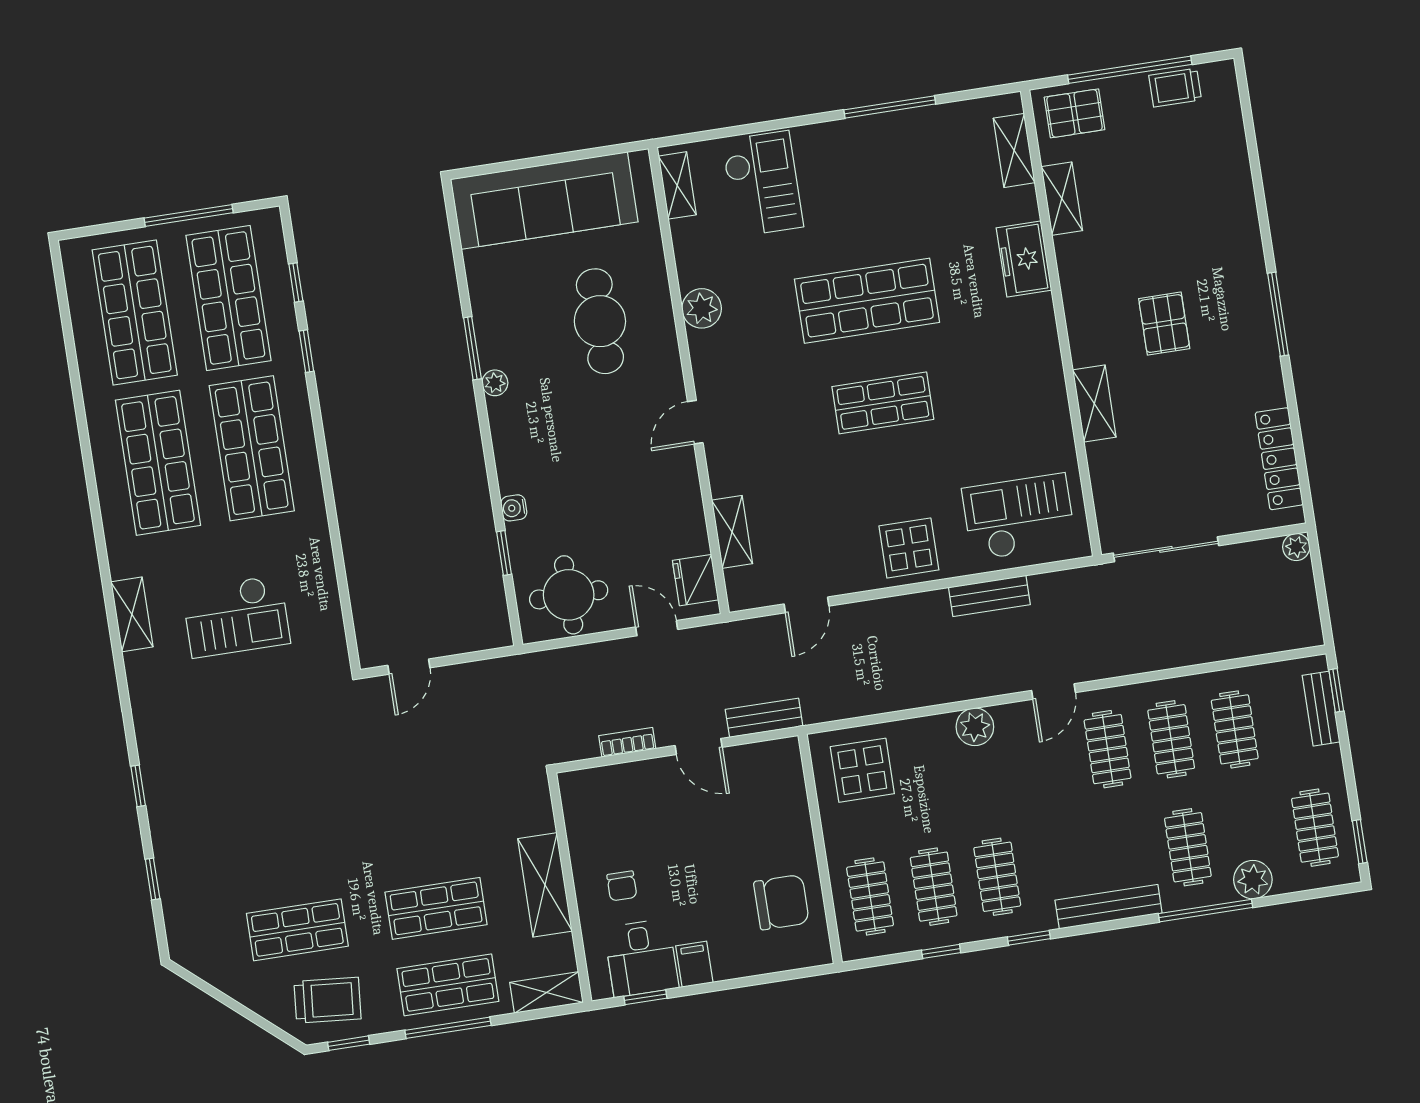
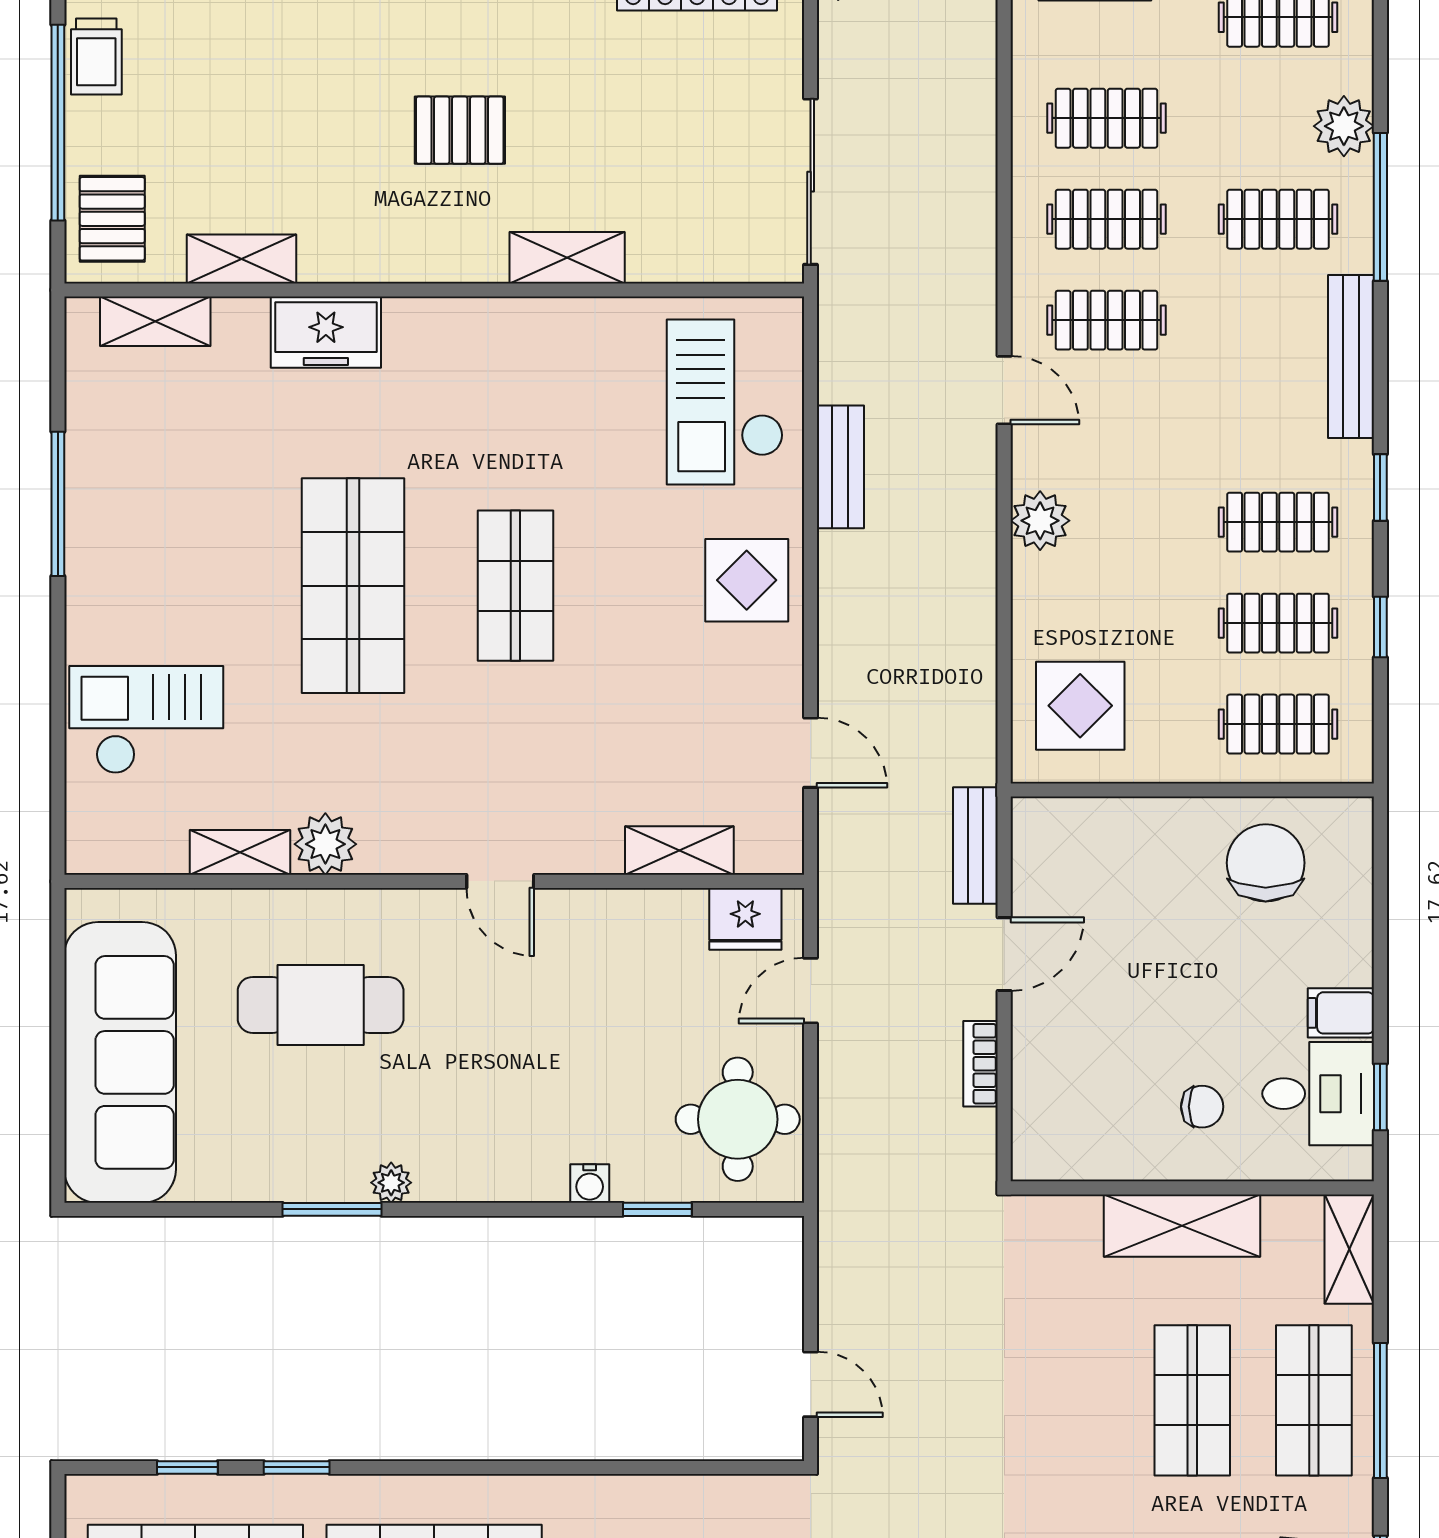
shelving: (677, 185) -> (240, 852), moved

